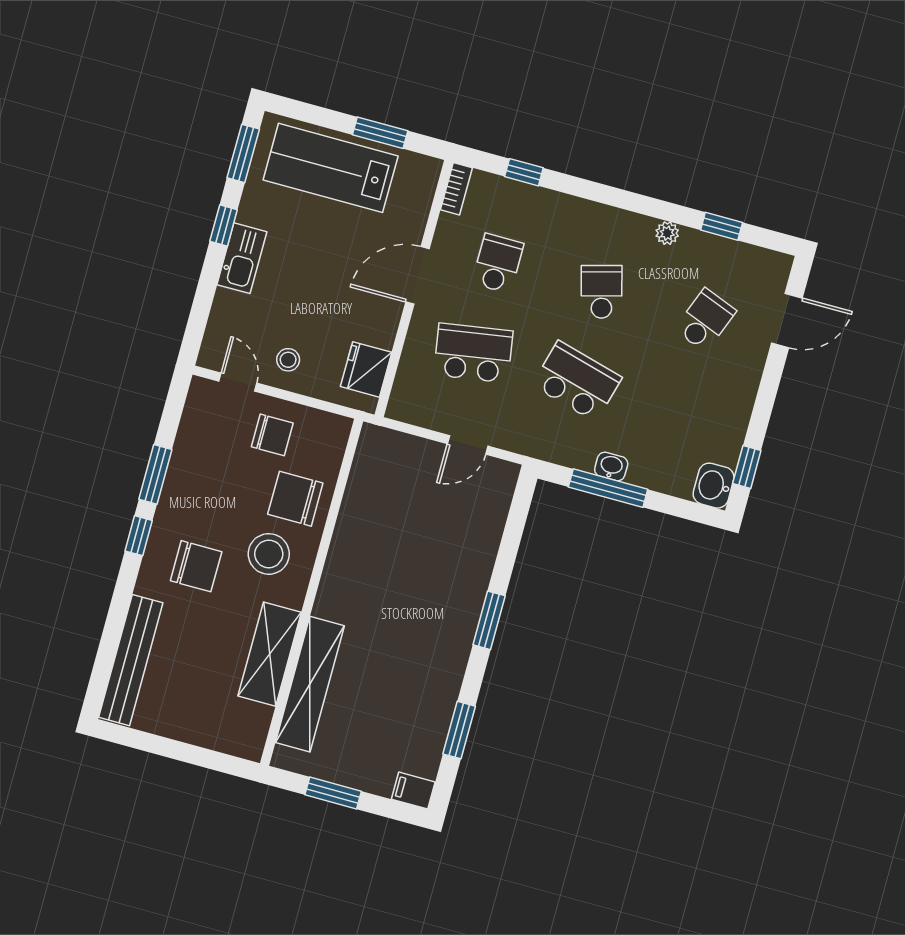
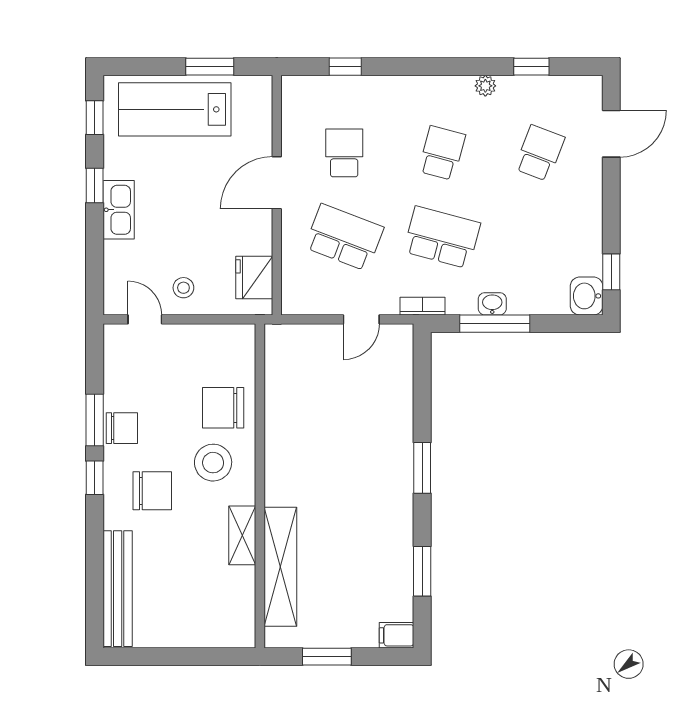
window: (243, 153) -> (95, 118), width x0.67
bookcase: (456, 189) -> (422, 306), moved, turned -90
school desk: (601, 292) -> (442, 153), turned 30
school desk: (473, 353) -> (344, 237), turned 30
chair: (272, 435) -> (122, 428), moved
shelving: (270, 654) -> (242, 535), width x0.67, depth x0.75

